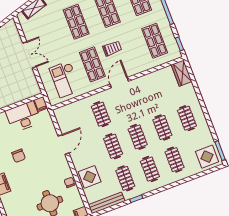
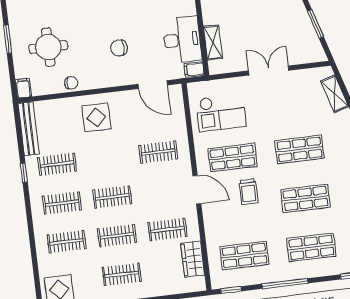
double door: (29, 55) -> (269, 71), swing flipped
wardrobe: (182, 73) -> (193, 259), moved, turned -90
checkout: (65, 79) -> (221, 113), turned 180
shelving: (20, 96) -> (213, 42), added
door: (63, 145) -> (153, 85), moved
clothes rail: (113, 146) -> (167, 230), moved
chair: (19, 156) -> (119, 48), moved
display table: (90, 177) -> (96, 117), moved

